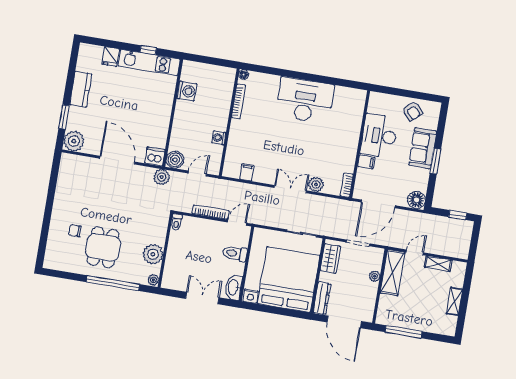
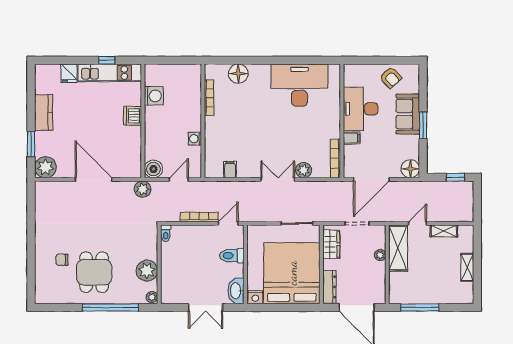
floor lamp: (244, 75) -> (238, 74), moved, width x1.89, depth x1.89
desk: (305, 100) -> (300, 85), moved
dishwasher: (155, 156) -> (133, 116), moved, turned -90
bookcase: (347, 185) -> (335, 159), width x1.56
double door: (202, 298) -> (206, 307), swing flipped

